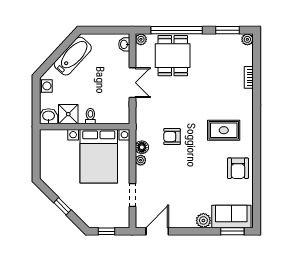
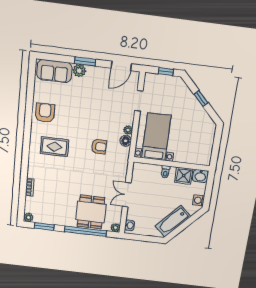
bed with nightstands: (99, 156) -> (156, 137), width x0.73
window: (232, 231) -> (85, 61), moved

